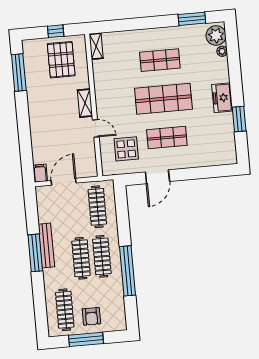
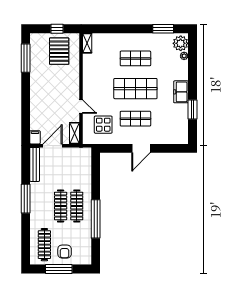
shelving: (85, 103) -> (75, 133), moved
door: (157, 177) -> (141, 148), moved
clothes rail: (97, 207) -> (77, 167), removed
bench: (46, 246) -> (35, 164), moved

